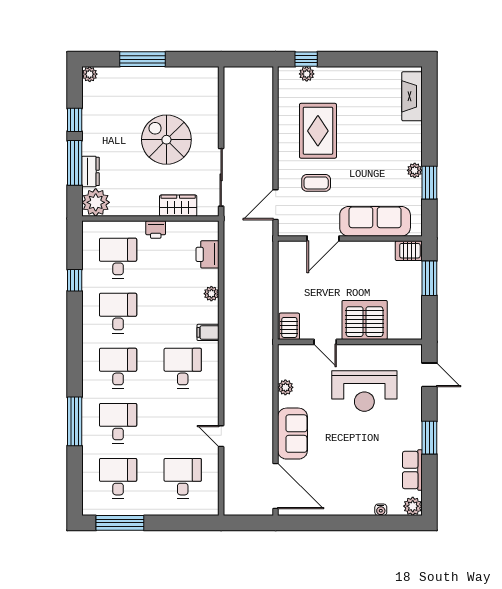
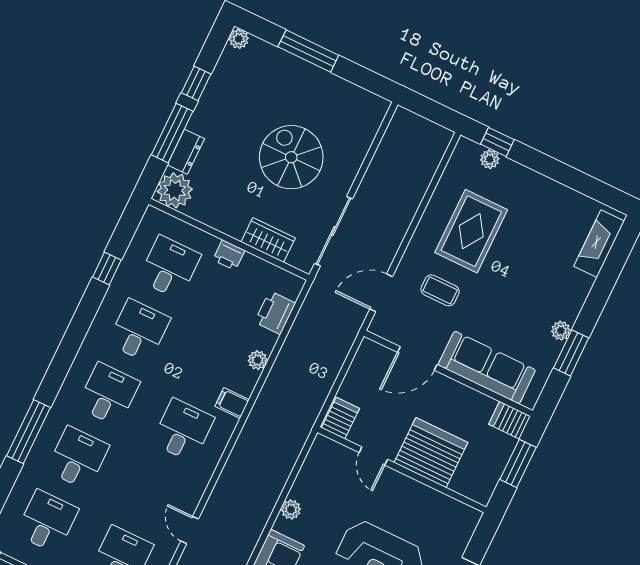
server rack: (365, 320) -> (431, 453), moved
server rack: (289, 326) -> (340, 418), moved
door: (325, 342) -> (373, 456), moved
wall: (350, 342) -> (402, 470), moved

